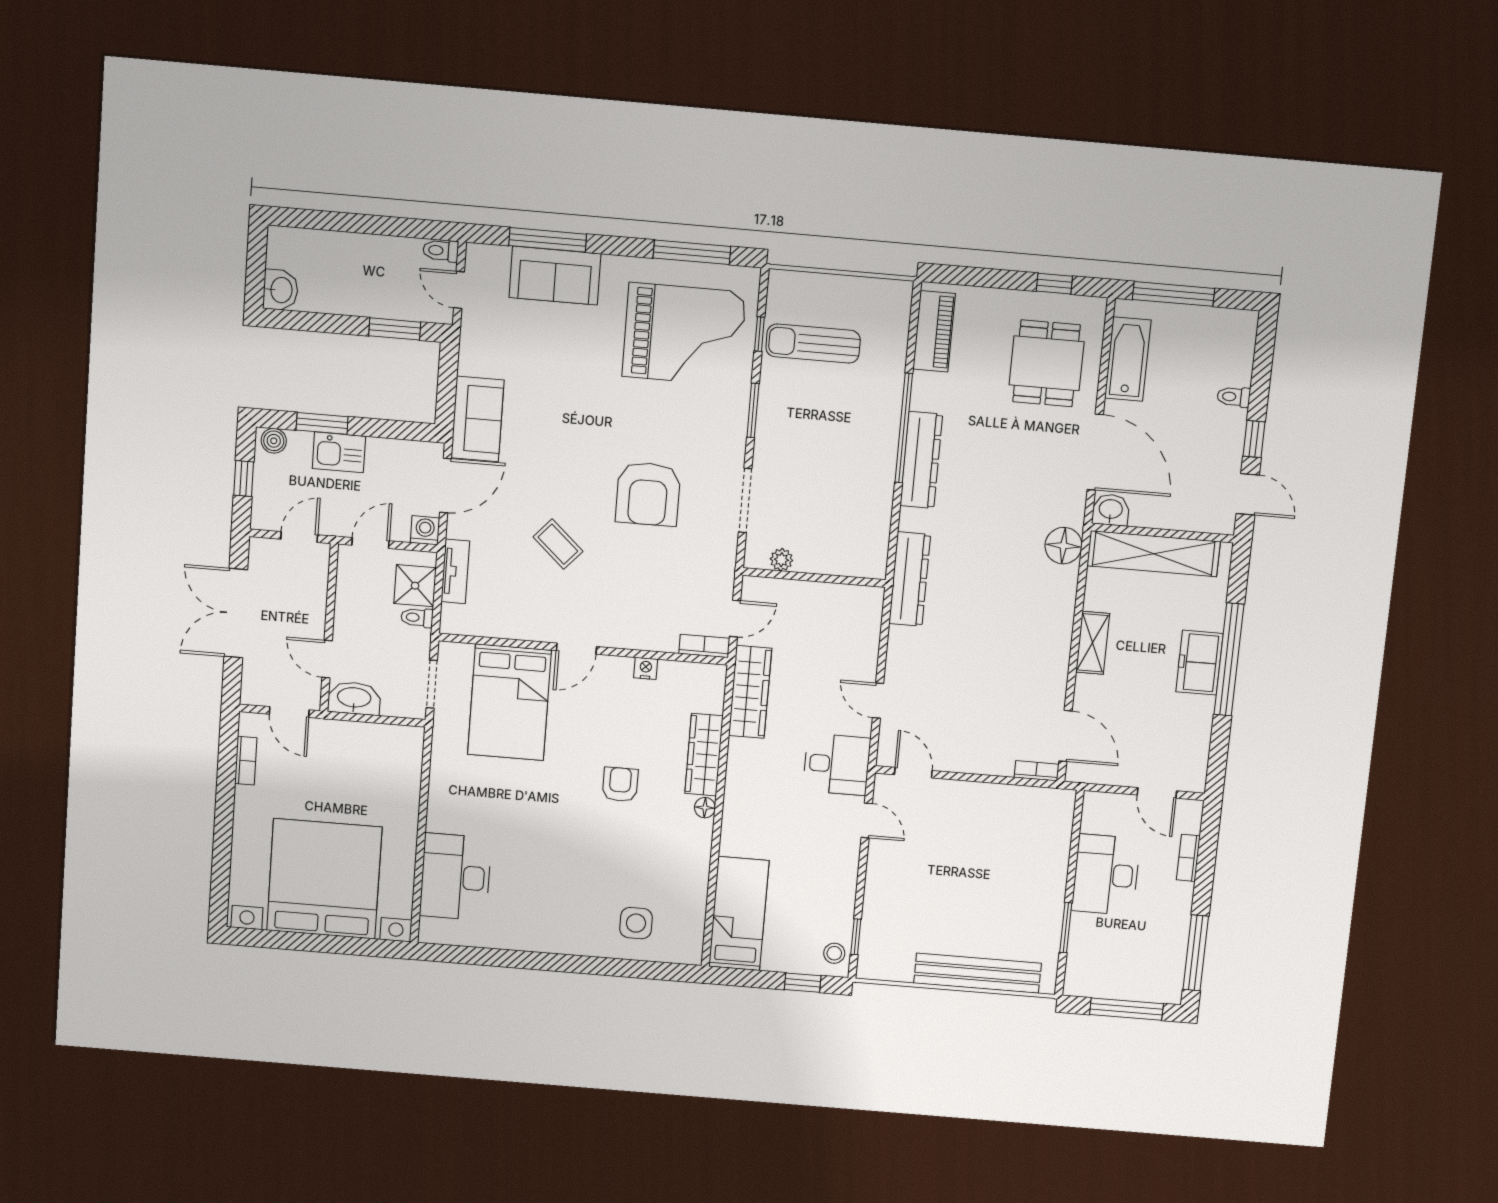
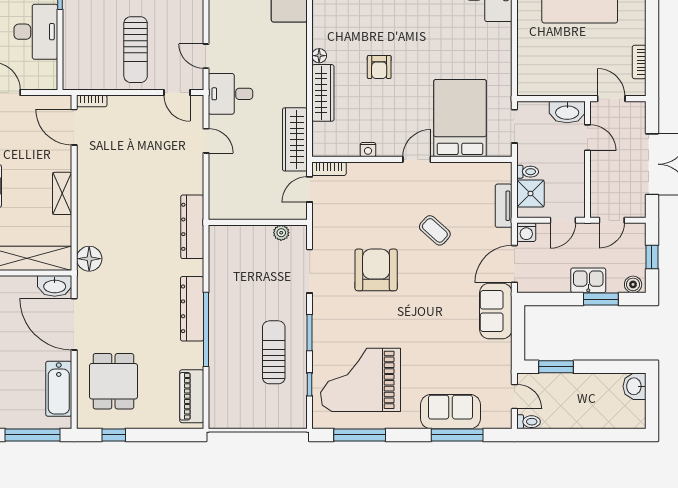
sun lounger: (813, 344) -> (274, 352), moved, turned -90
washbasin: (1111, 510) -> (55, 286), width x1.38
sun lounger: (966, 838) -> (136, 50), added

